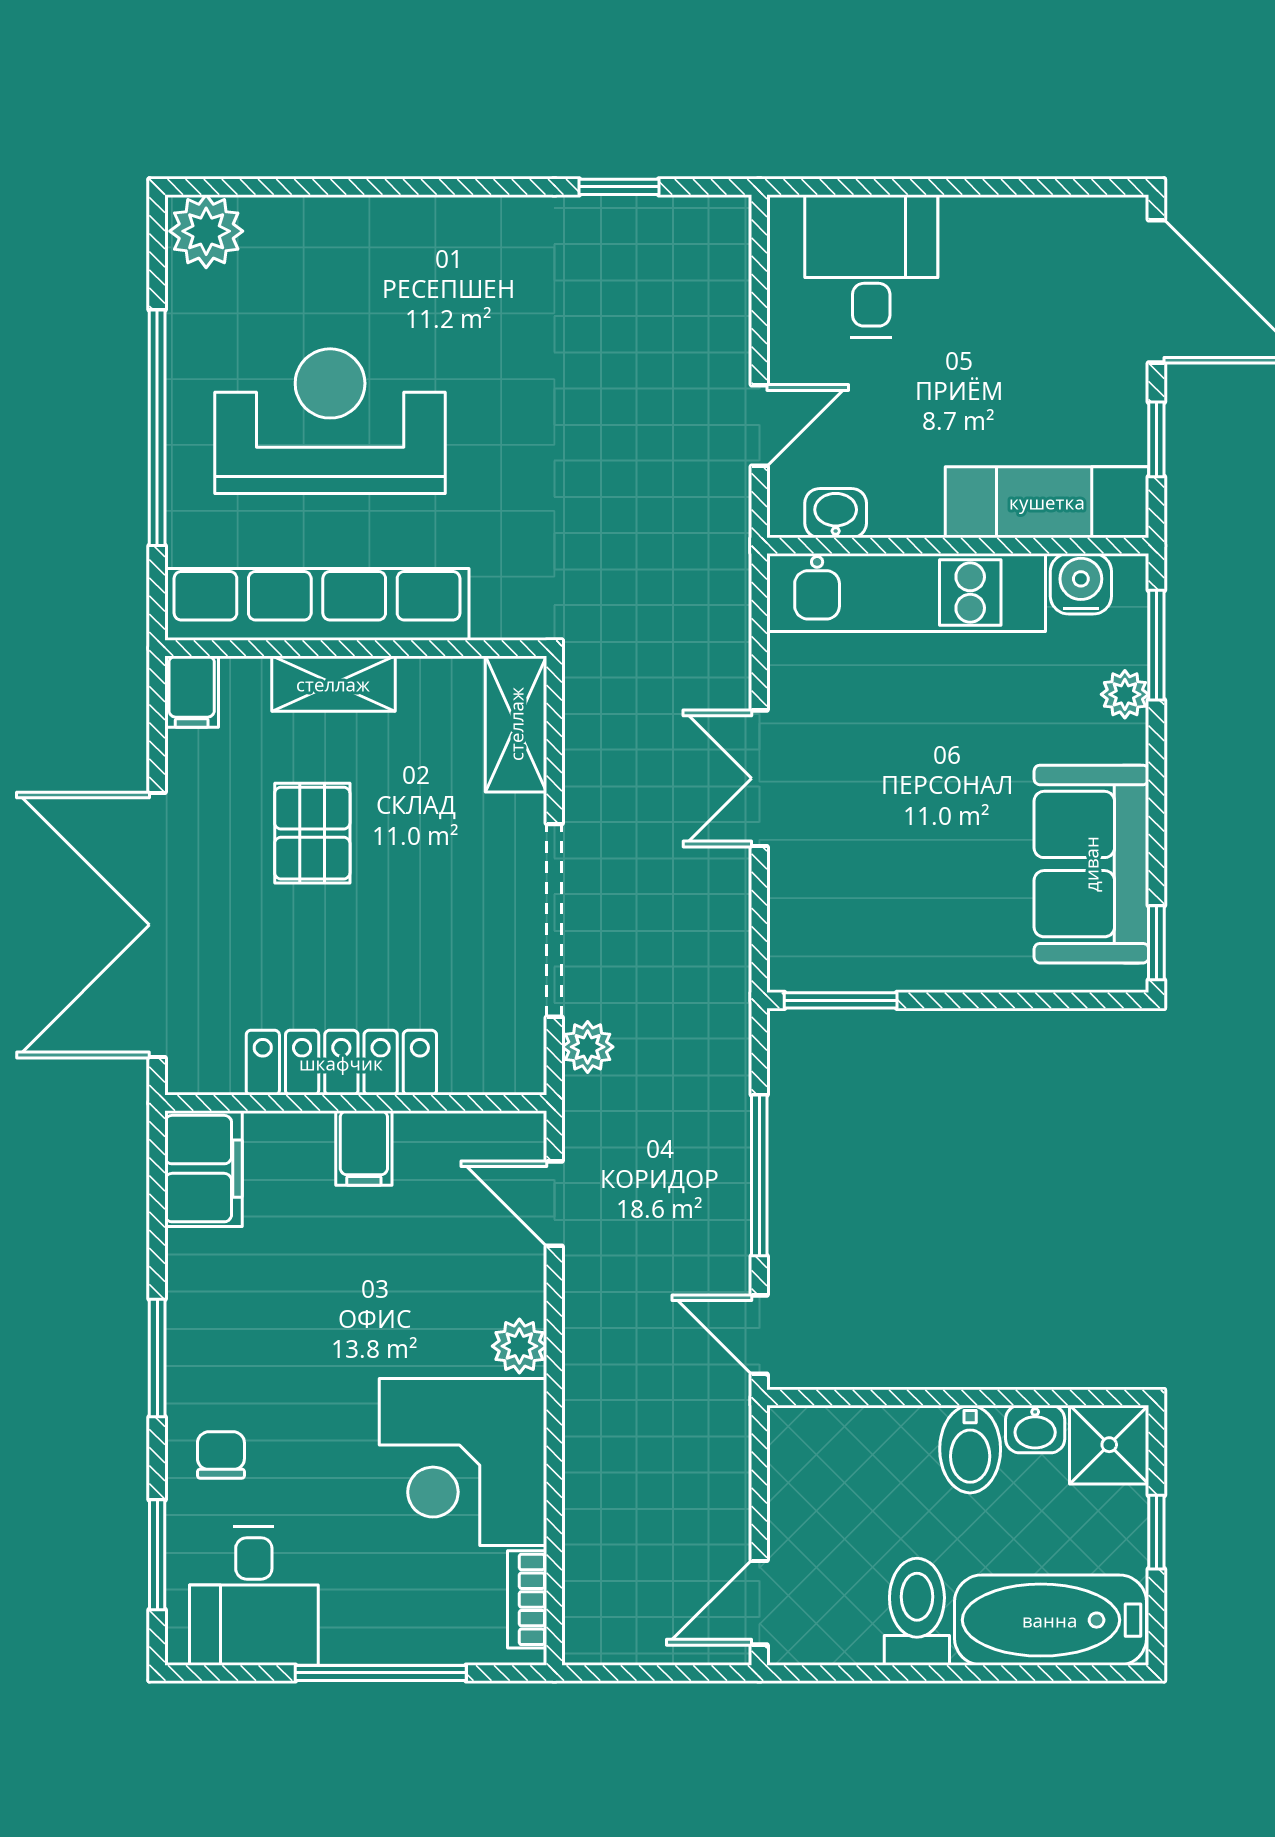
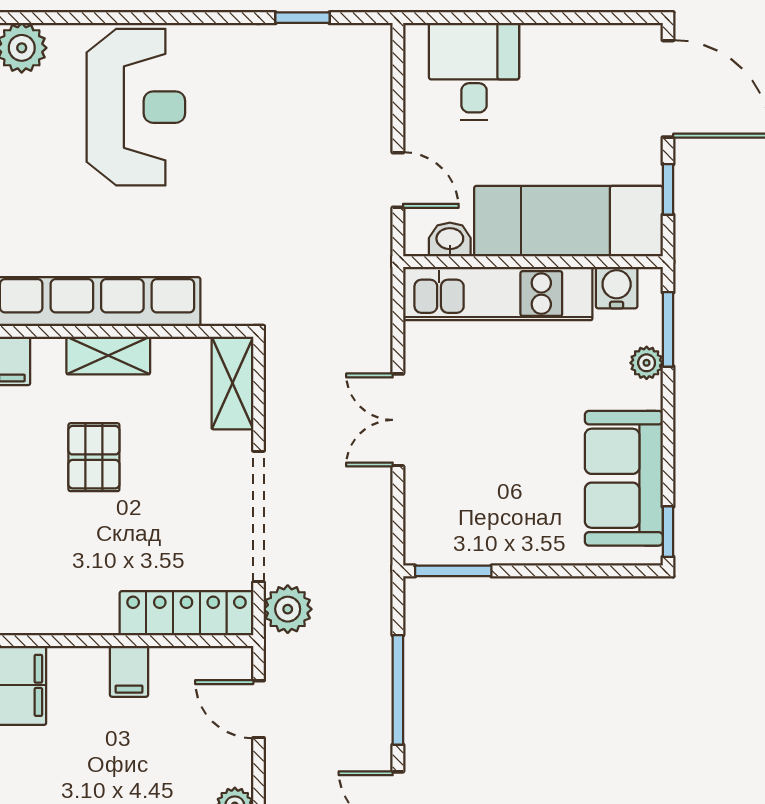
reception desk: (330, 421) -> (136, 107), moved, turned 90
door: (759, 426) -> (398, 180), hinge flipped
exam couch: (1047, 502) -> (568, 221), width x1.36, depth x1.45
plant: (588, 1047) -> (288, 609), width x1.38, depth x1.38
locker: (341, 1063) -> (186, 613), moved

